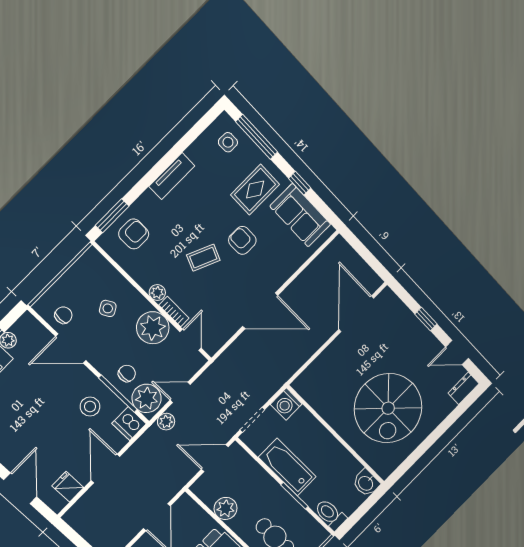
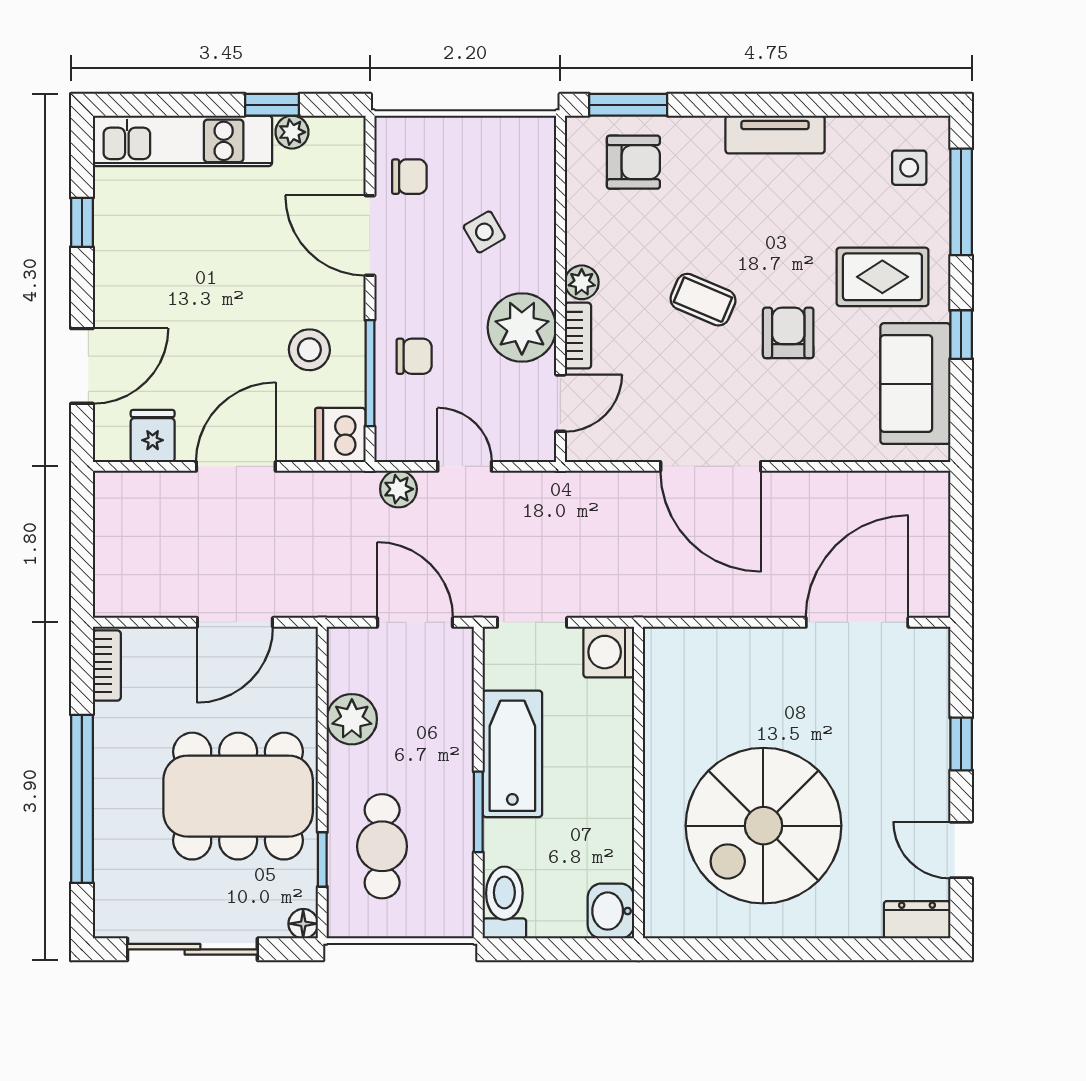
plant: (147, 398) -> (405, 424), removed

